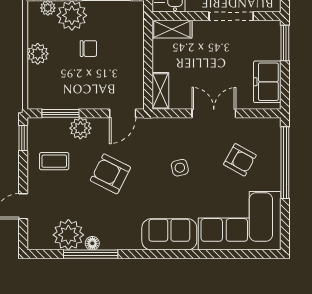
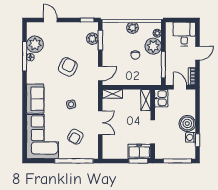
freezer: (267, 82) -> (139, 151), moved
door: (123, 113) -> (100, 73), swing flipped
plant: (80, 128) -> (92, 39), moved
coffee table: (54, 161) -> (75, 37), removed

